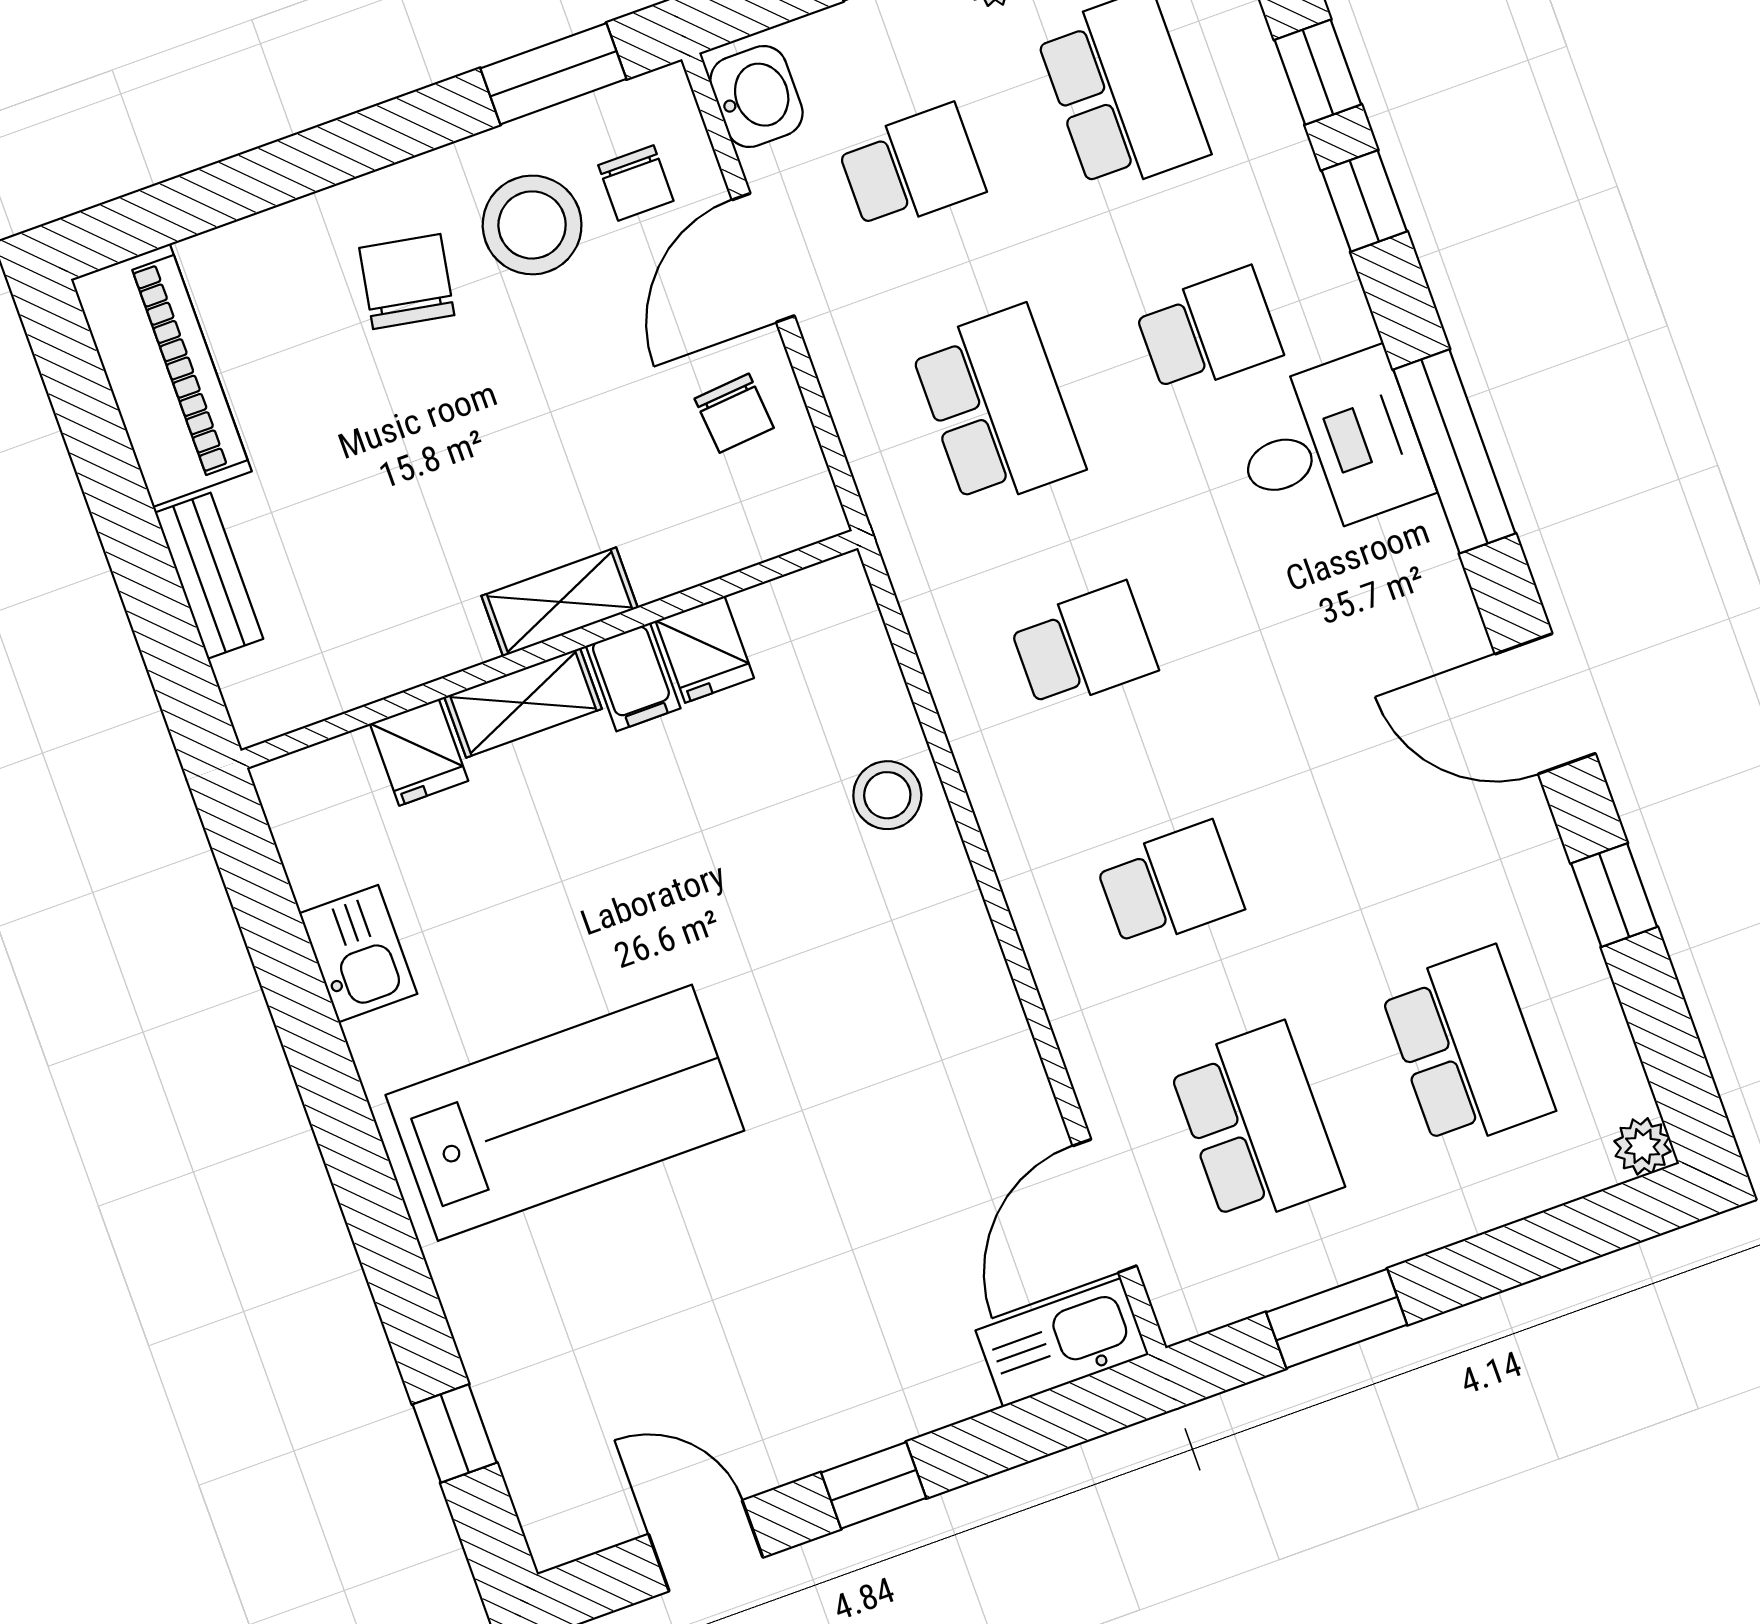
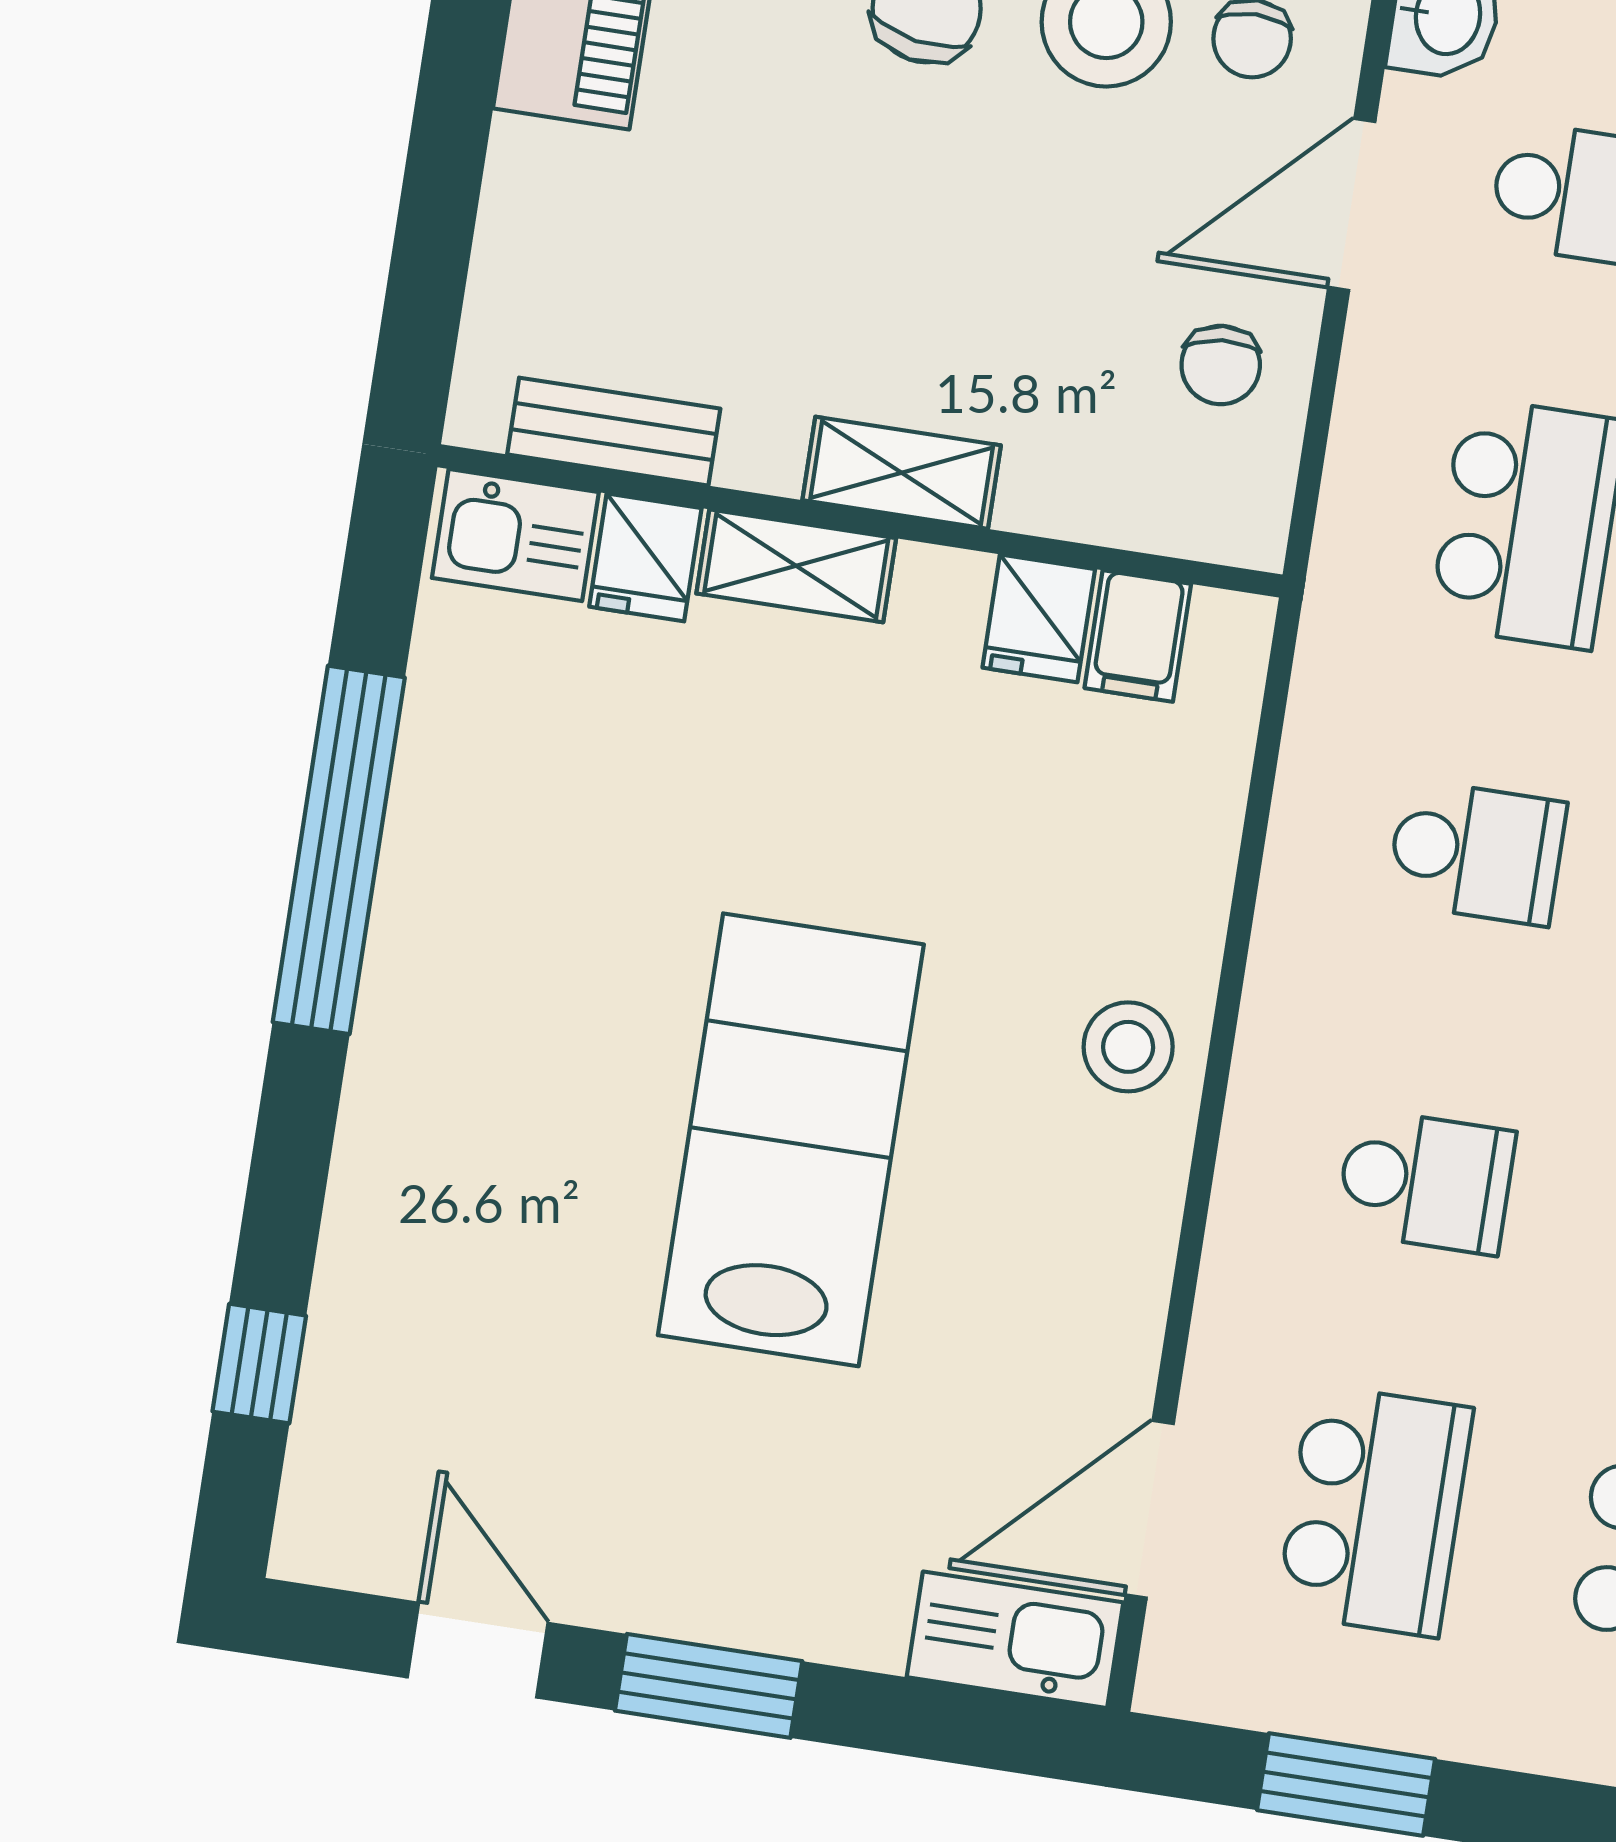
bench: (209, 576) -> (614, 432), moved, turned 90
filing cabinet: (633, 677) -> (1138, 636), moved
stool: (887, 795) -> (1128, 1047), moved
kitchen sink: (358, 954) -> (515, 535), moved, turned 90
window: (320, 1060) -> (339, 850), added
lab bench: (565, 1113) -> (791, 1140), moved, turned -90
window: (874, 1485) -> (709, 1686), width x1.50

